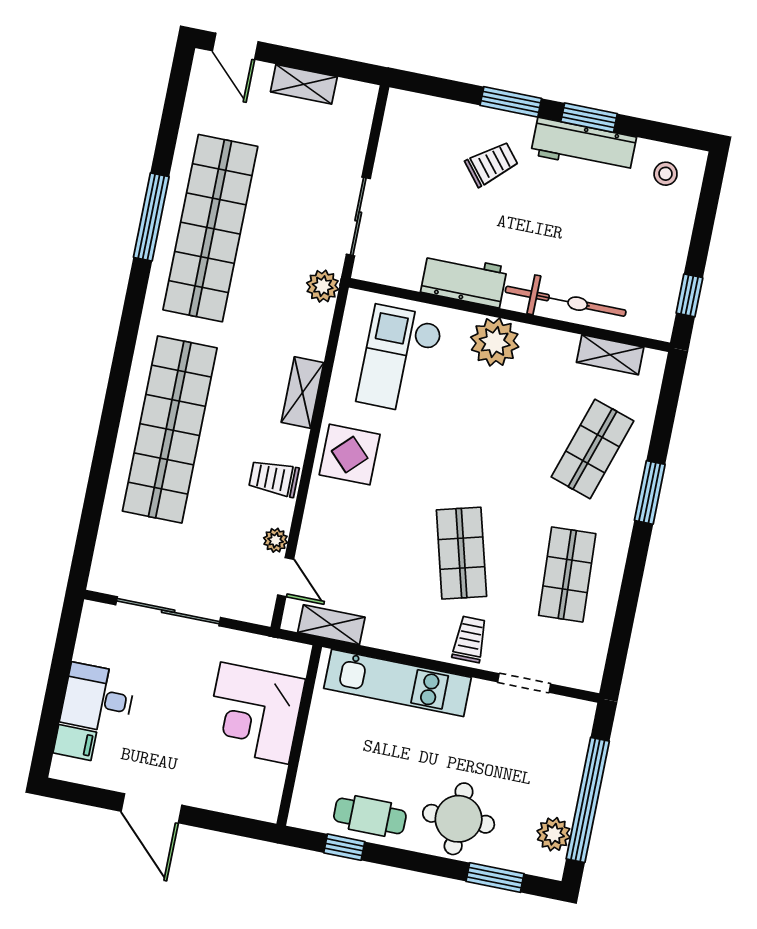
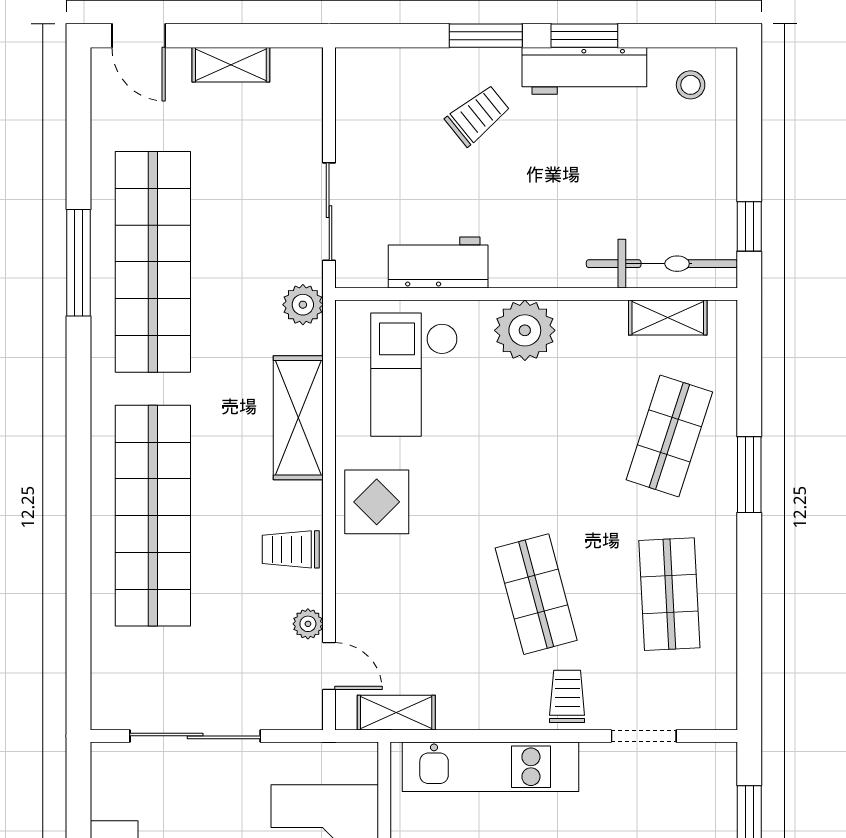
workbench: (464, 280) -> (438, 262), moved
bicycle: (566, 301) -> (662, 264), moved
shelving: (302, 393) -> (298, 418), width x1.50, depth x1.33

